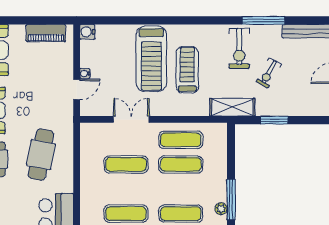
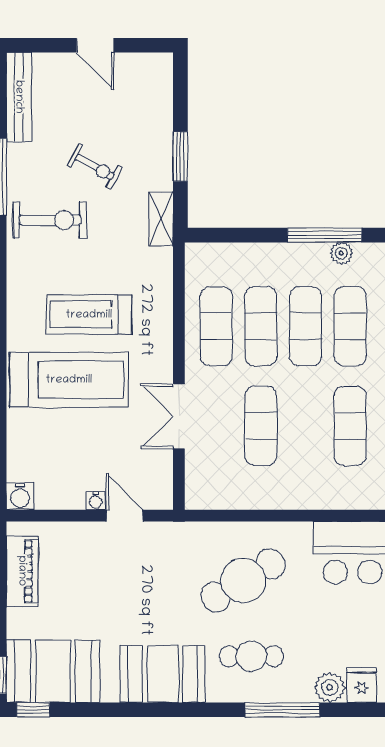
shelving: (232, 107) -> (161, 219), width x0.67, depth x0.75
cafe table: (41, 155) -> (243, 580), turned -42
exercise mat: (181, 189) -> (306, 326), added

